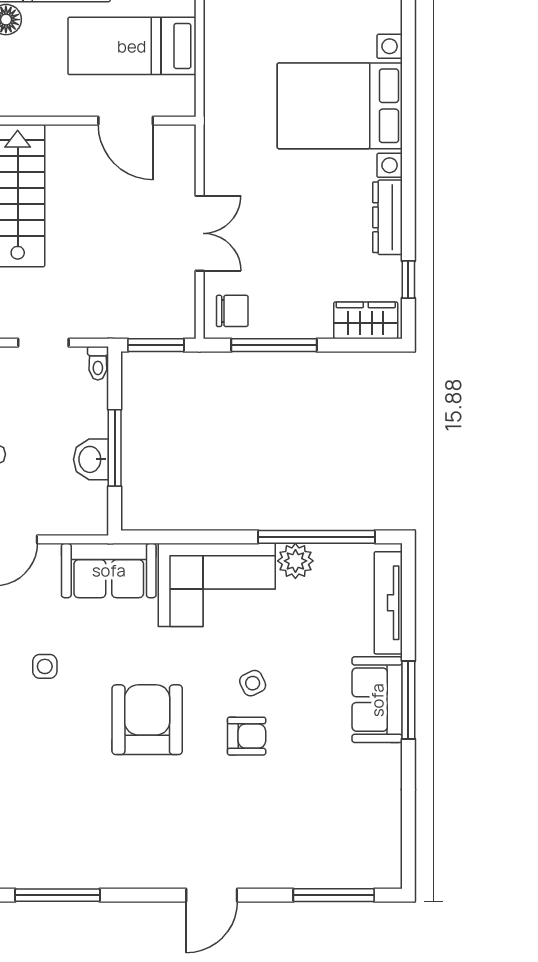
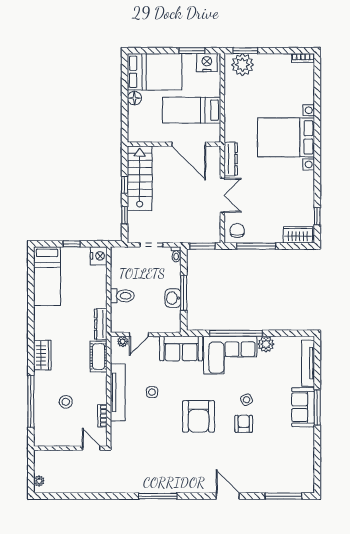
door: (126, 121) -> (189, 144), width x1.36
dresser: (387, 217) -> (231, 159), moved, turned 180
chair: (232, 311) -> (237, 231), turned -90
window: (317, 537) -> (236, 333), moved
armchair: (147, 720) -> (199, 416), turned 180
armchair: (247, 736) -> (244, 424), turned -90
door: (212, 895) -> (228, 496), swing flipped

